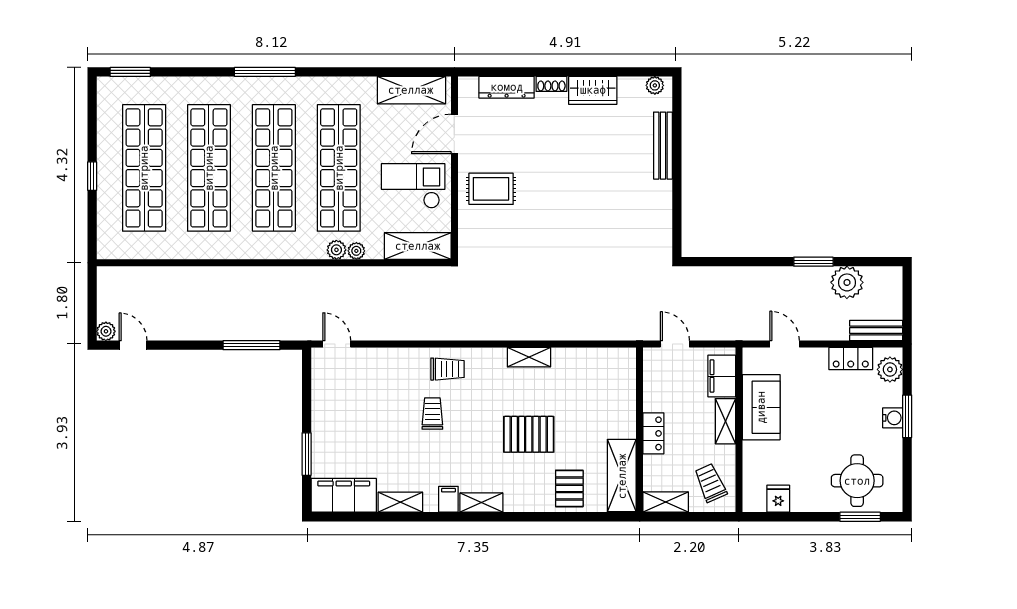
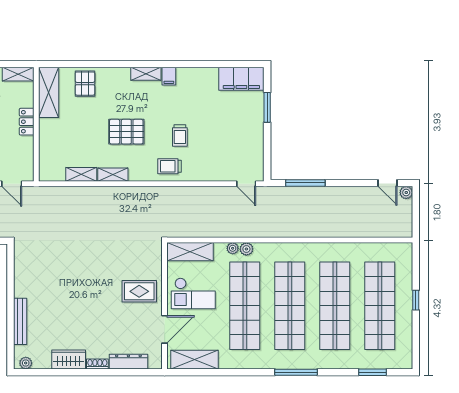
window: (130, 72) -> (373, 372), moved
pallet: (529, 434) -> (126, 132), moved
shelving: (400, 502) -> (81, 174), moved

